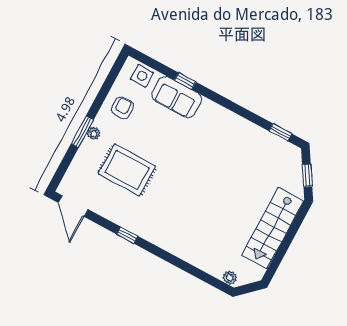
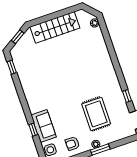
window: (127, 235) -> (127, 96), moved

